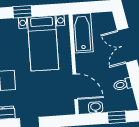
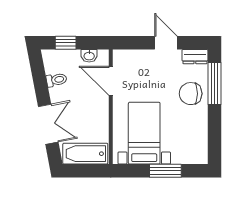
window: (22, 12) -> (165, 171), width x1.50
bathtub: (83, 33) -> (85, 154), moved, turned 90

